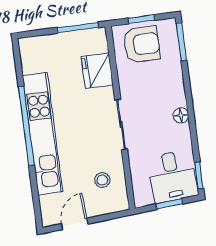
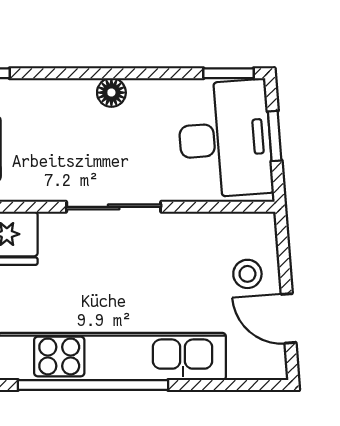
desk: (172, 176) -> (225, 139), width x1.37
stool: (102, 180) -> (247, 274), moved

